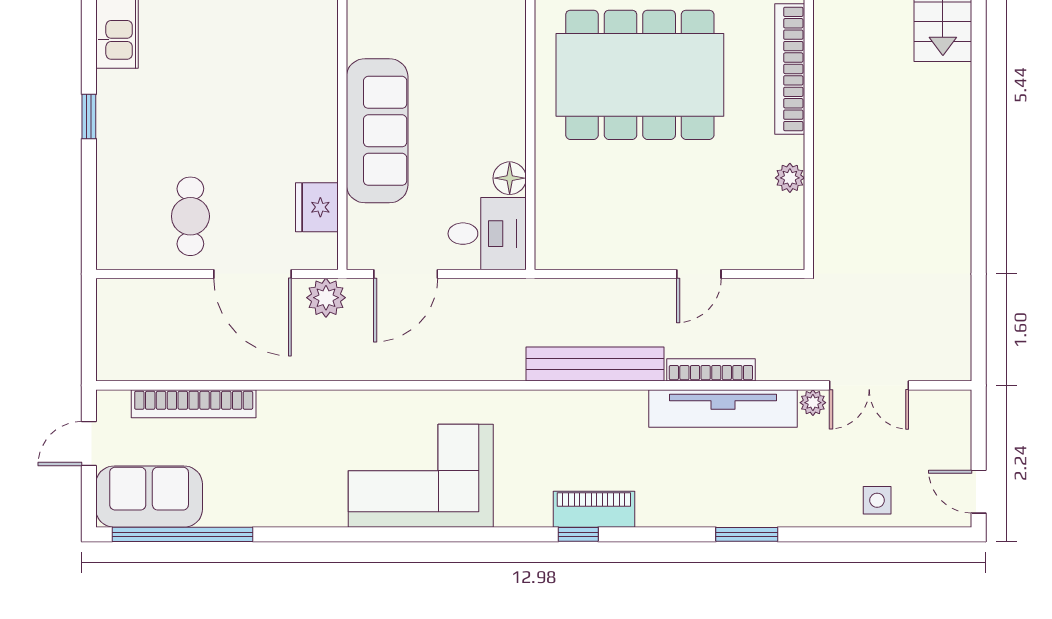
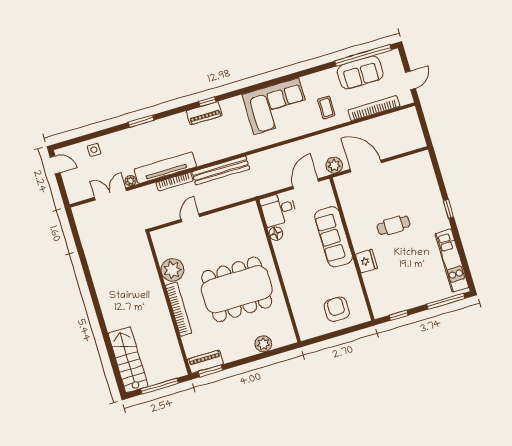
plant: (790, 178) -> (172, 270), width x1.87, depth x1.87
fridge: (317, 207) -> (366, 261), moved
cafe table: (190, 216) -> (394, 225), moved, turned 90
coffee table: (304, 438) -> (326, 107), added
sofa: (149, 497) -> (360, 72), moved

